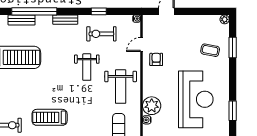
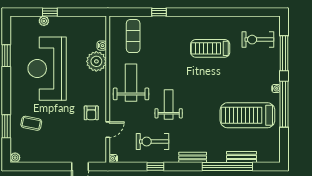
exercise bike: (101, 34) -> (152, 142), turned 180
treadmill: (50, 117) -> (210, 48), turned 180

